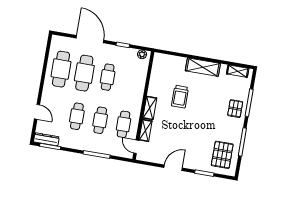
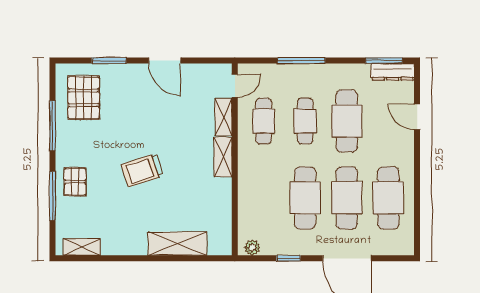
shelving: (203, 67) -> (177, 244), moved
cafe table: (108, 77) -> (305, 198), width x1.37, depth x1.35
trolley: (180, 97) -> (142, 170), moved, turned -108
cafe table: (77, 116) -> (347, 121), width x1.37, depth x1.35
door: (136, 147) -> (235, 86), hinge flipped
door: (173, 168) -> (165, 61), hinge flipped

